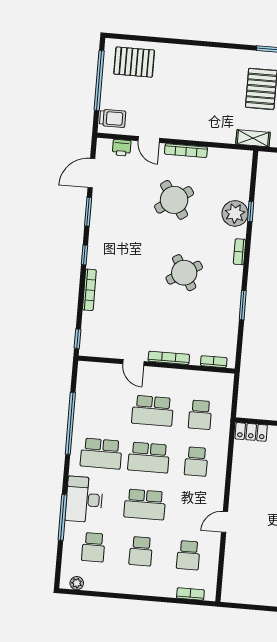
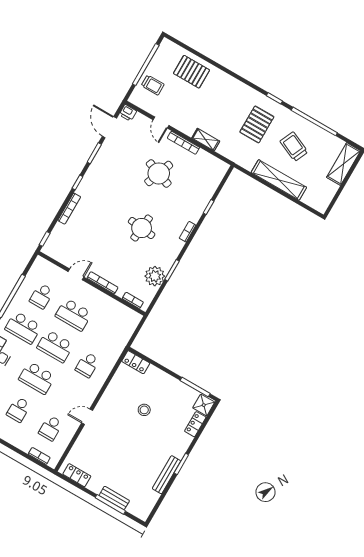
pallet: (134, 62) -> (191, 72), moved
trolley: (113, 118) -> (153, 85), moved
shelving: (253, 138) -> (206, 140), moved
printer: (122, 148) -> (128, 113), moved
door: (91, 173) -> (109, 127), hinge flipped
round table: (174, 200) -> (159, 173), turned -36
plant: (235, 213) -> (155, 276), moved
round table: (184, 273) -> (142, 228), turned 37
door: (133, 363) -> (76, 274), swing flipped
school desk: (200, 415) -> (41, 296), moved
locker: (245, 596) -> (77, 475), added

